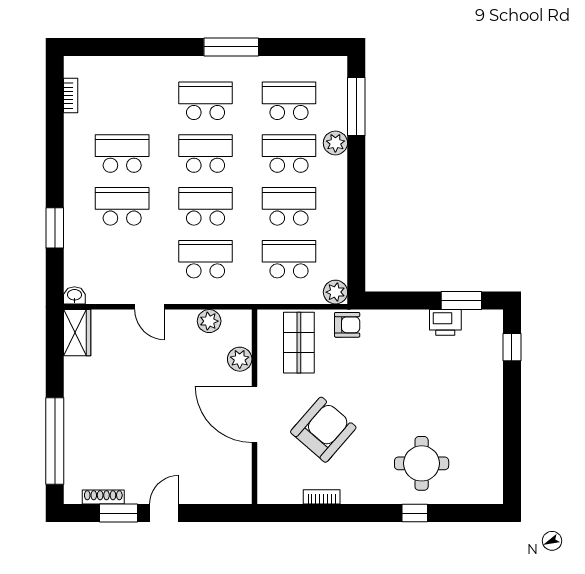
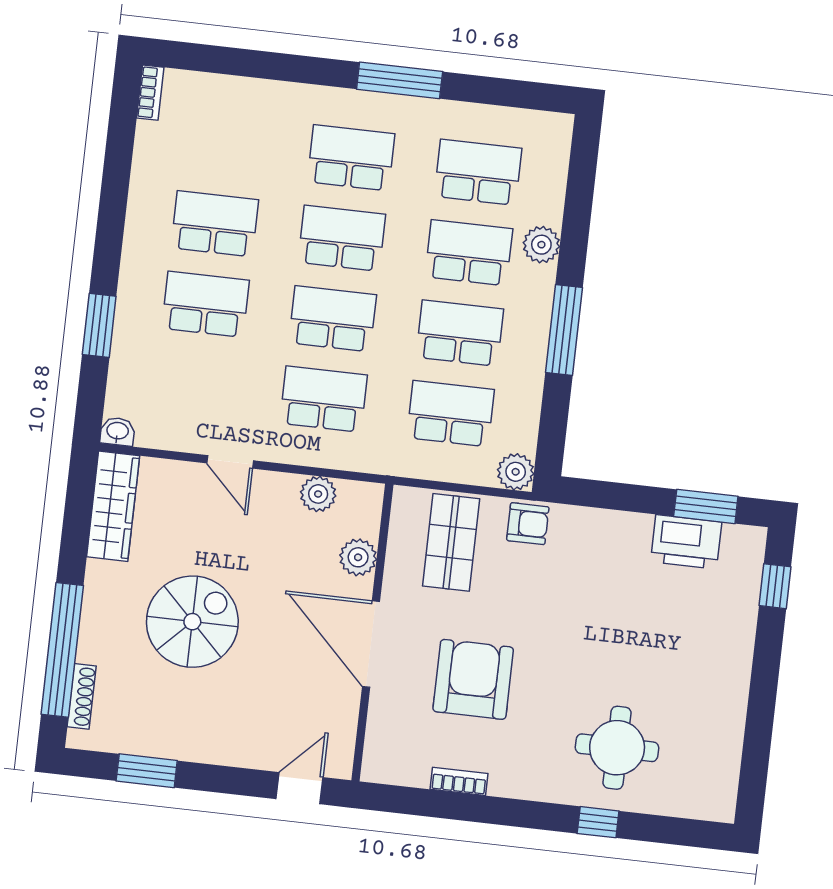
bookcase: (71, 96) -> (150, 93), moved
window: (356, 106) -> (564, 330), moved
printer: (445, 322) -> (686, 542), width x1.37, depth x1.19
wardrobe: (77, 333) -> (113, 506), width x1.50
spiral stairs: (137, 413) -> (192, 622), added
armchair: (323, 430) -> (473, 679), turned -41
shoe rack: (103, 497) -> (82, 696), moved, turned 90
door: (164, 513) -> (299, 788), moved

